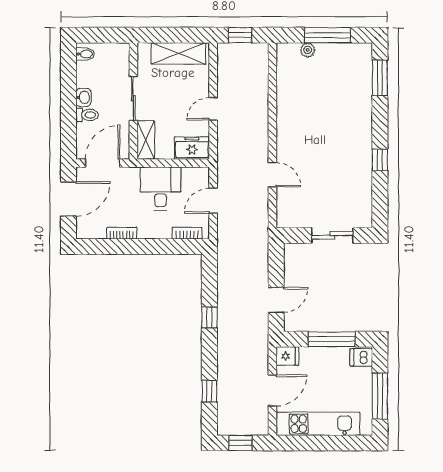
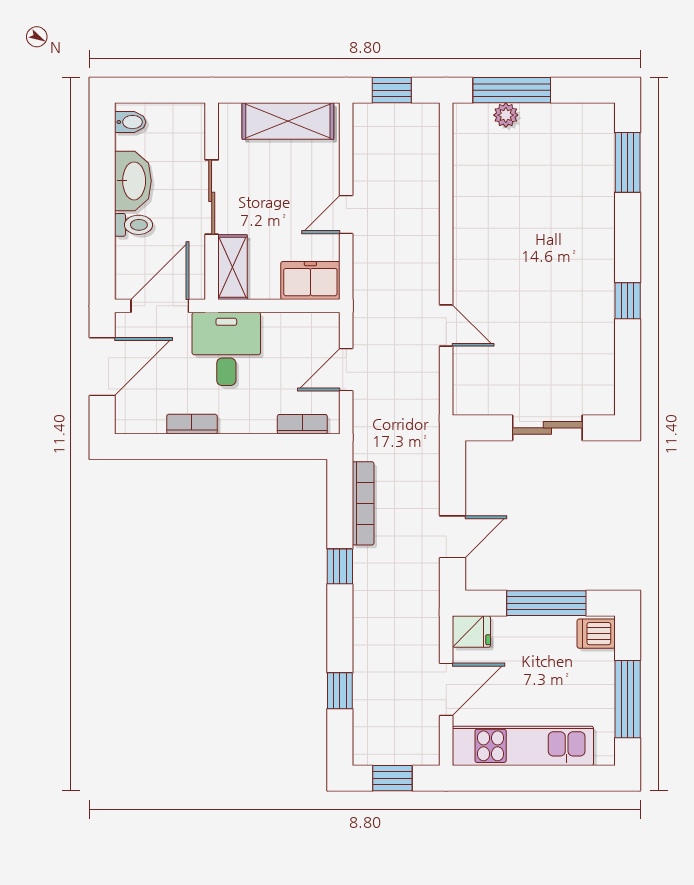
window: (328, 35) -> (512, 90), moved
washbasin: (83, 97) -> (133, 181), width x1.91, depth x1.45
desk: (161, 189) -> (226, 349), moved
bookcase: (223, 280) -> (363, 503), added

